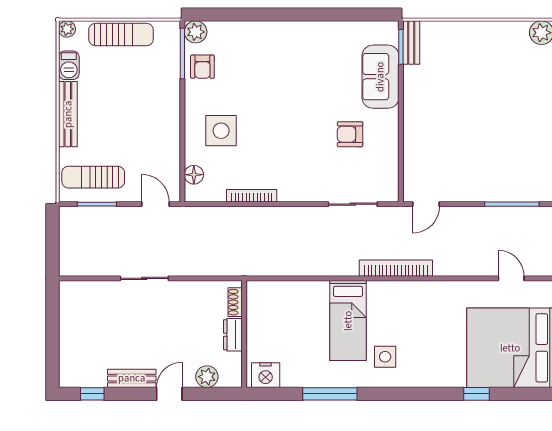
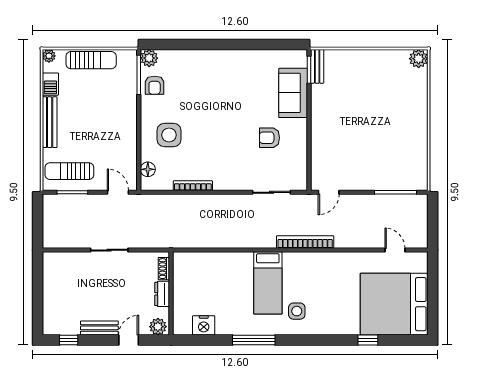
shoe rack: (235, 302) -> (164, 269), moved
wall: (244, 334) -> (171, 293), moved
dresser: (233, 335) -> (162, 294), moved

